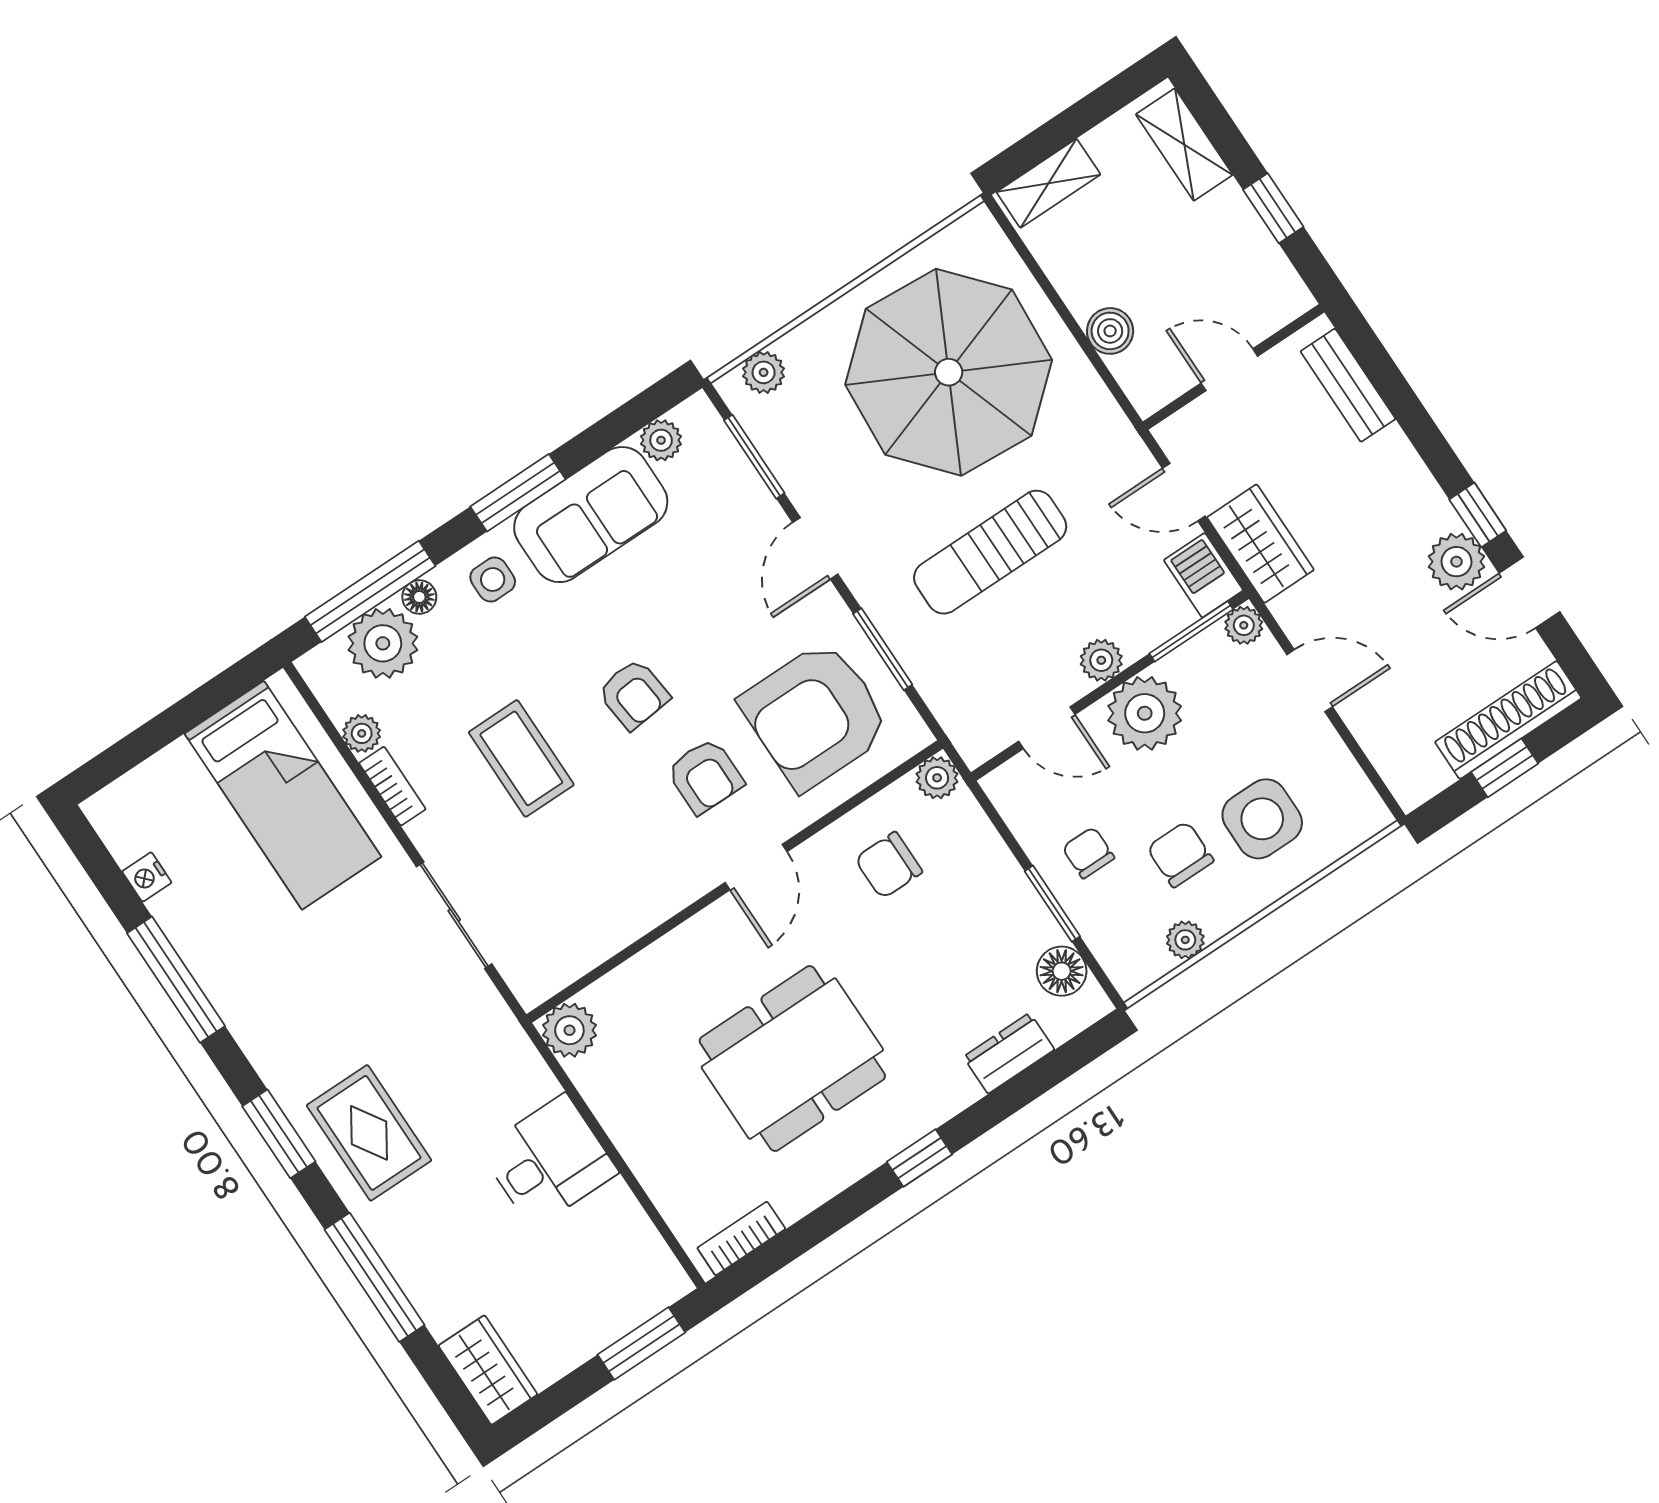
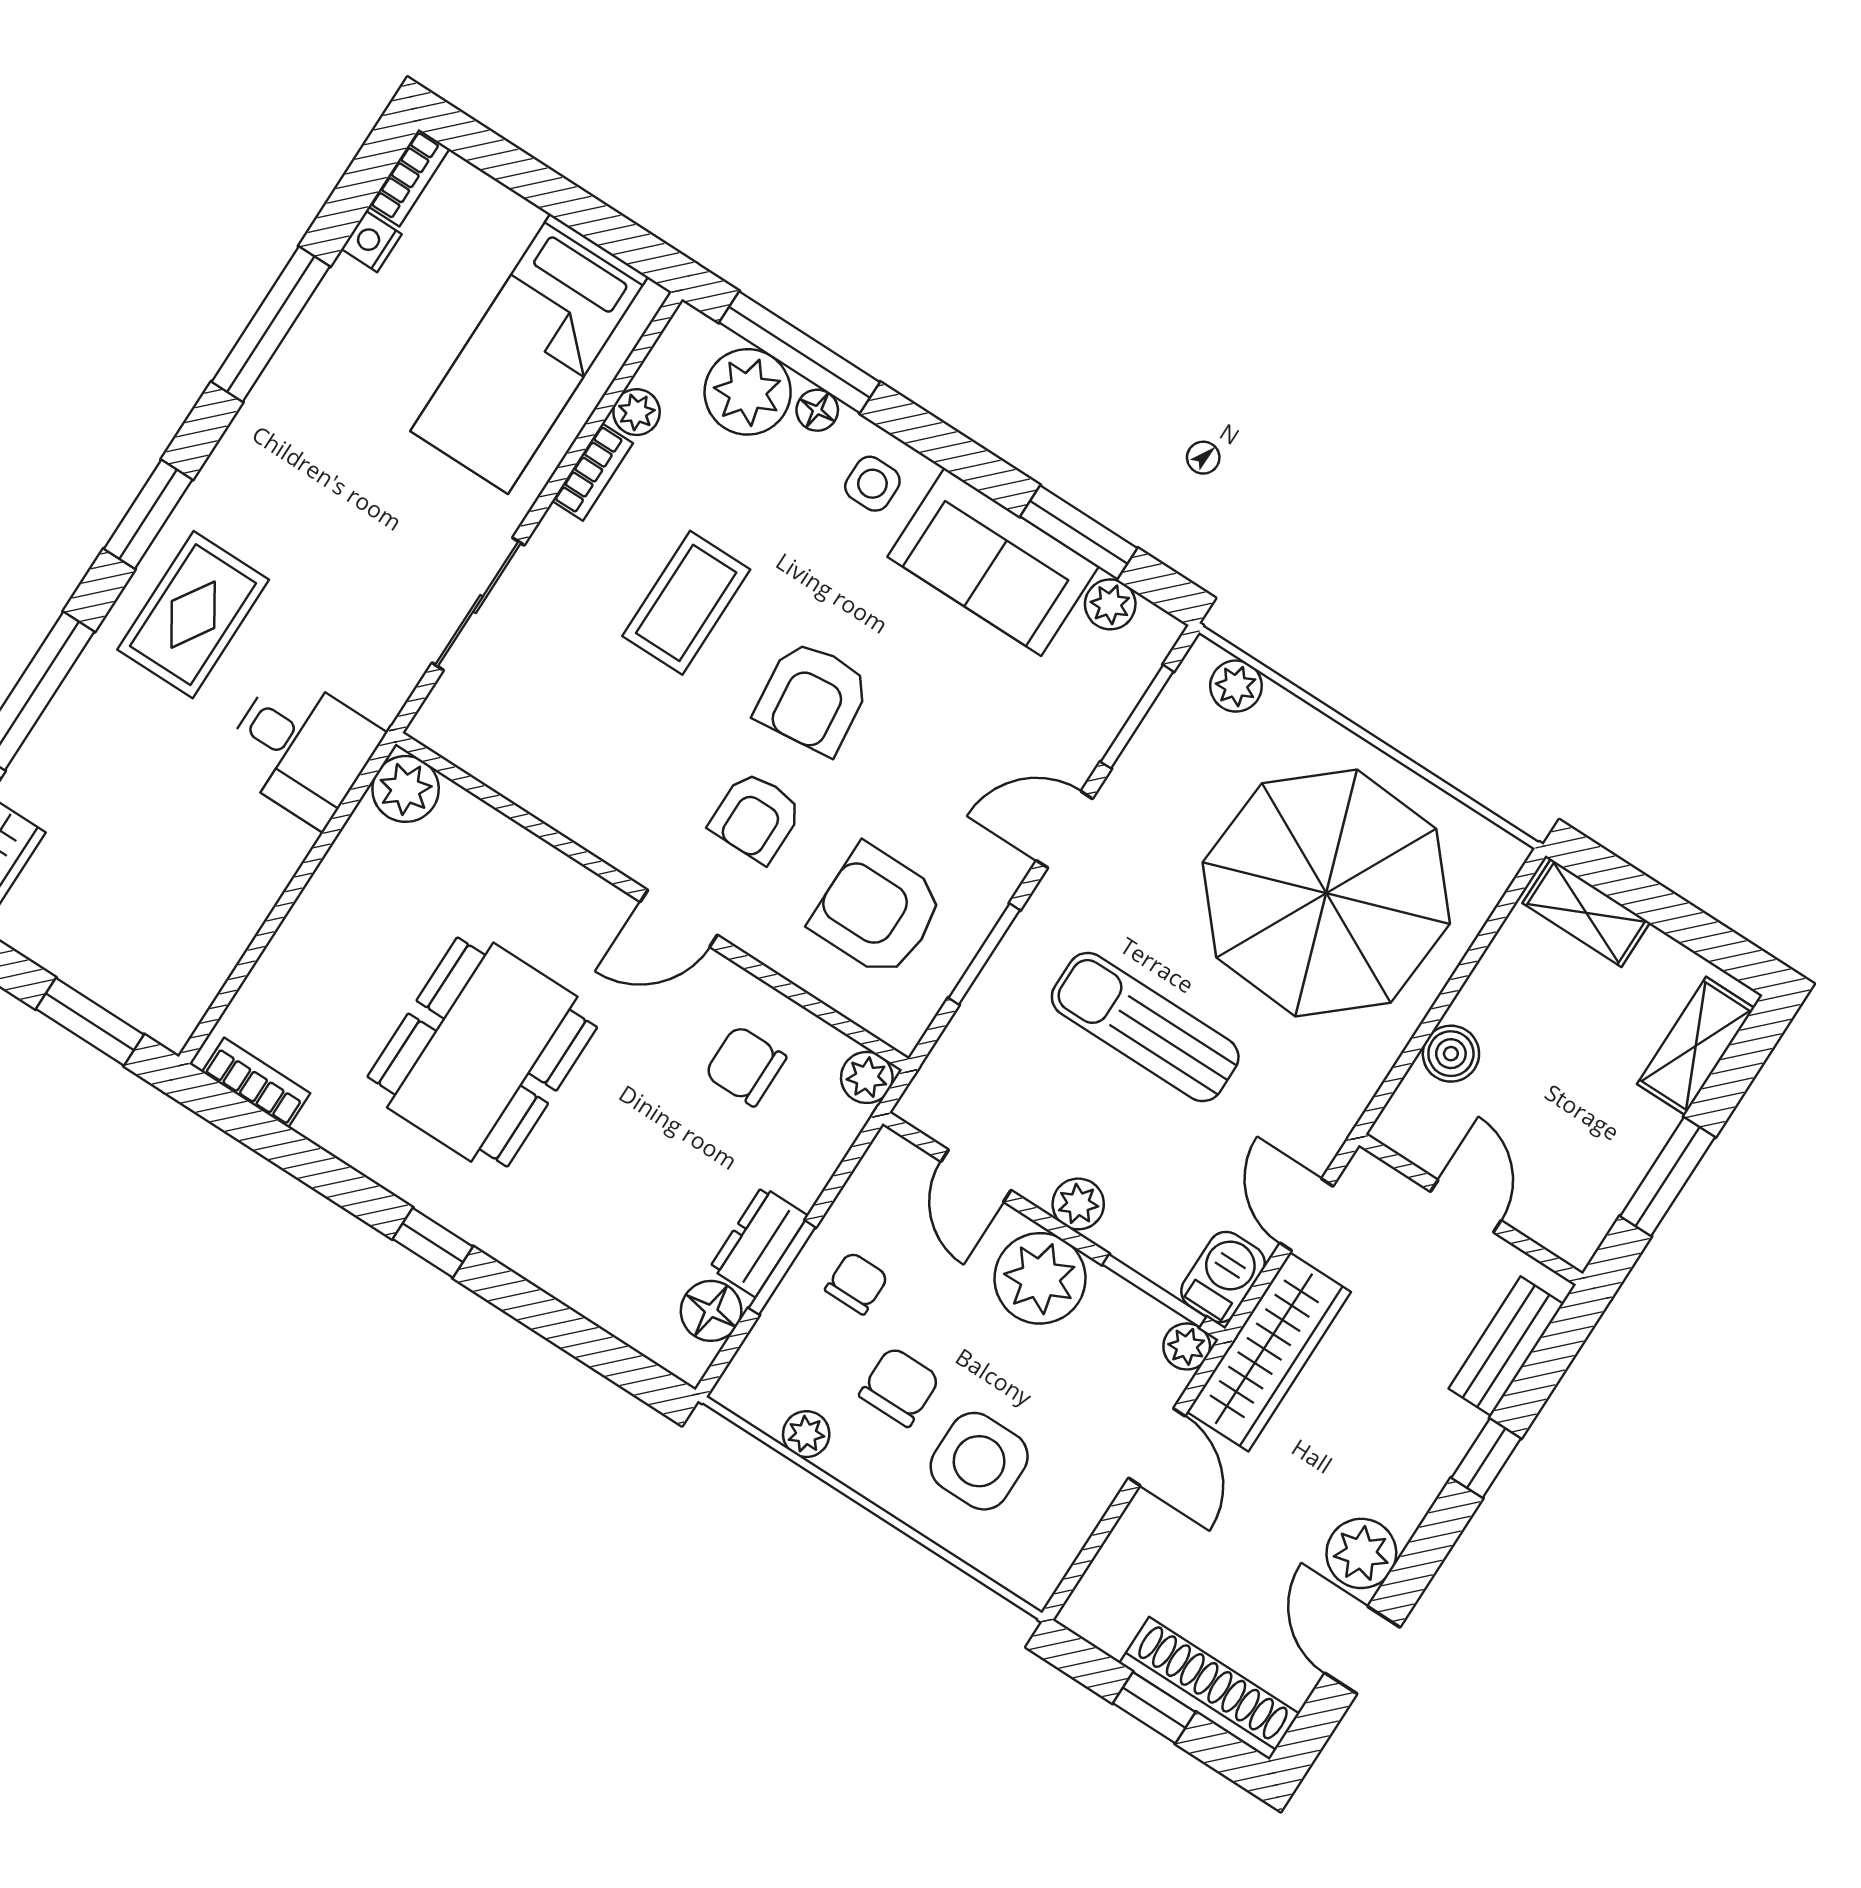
window: (1273, 208) -> (1668, 1177), width x1.50
window: (518, 493) -> (1079, 532), moved
window: (1478, 515) -> (1486, 1458), moved
wardrobe: (1260, 544) -> (1269, 1352), width x1.50
armchair: (634, 694) -> (813, 697), width x1.38, depth x1.38
armchair: (815, 715) -> (877, 911), width x0.73, depth x0.73
bookcase: (111, 828) -> (409, 178), added
dresser: (1009, 1053) -> (759, 1242), moved, turned -90
dining table: (792, 1059) -> (482, 1052), turned 90
desk: (549, 1161) -> (301, 748), moved

